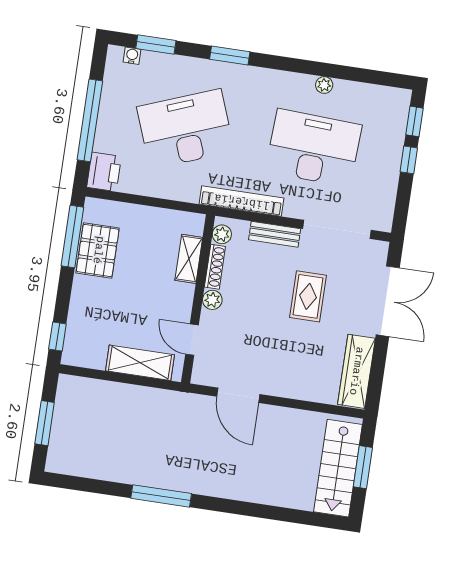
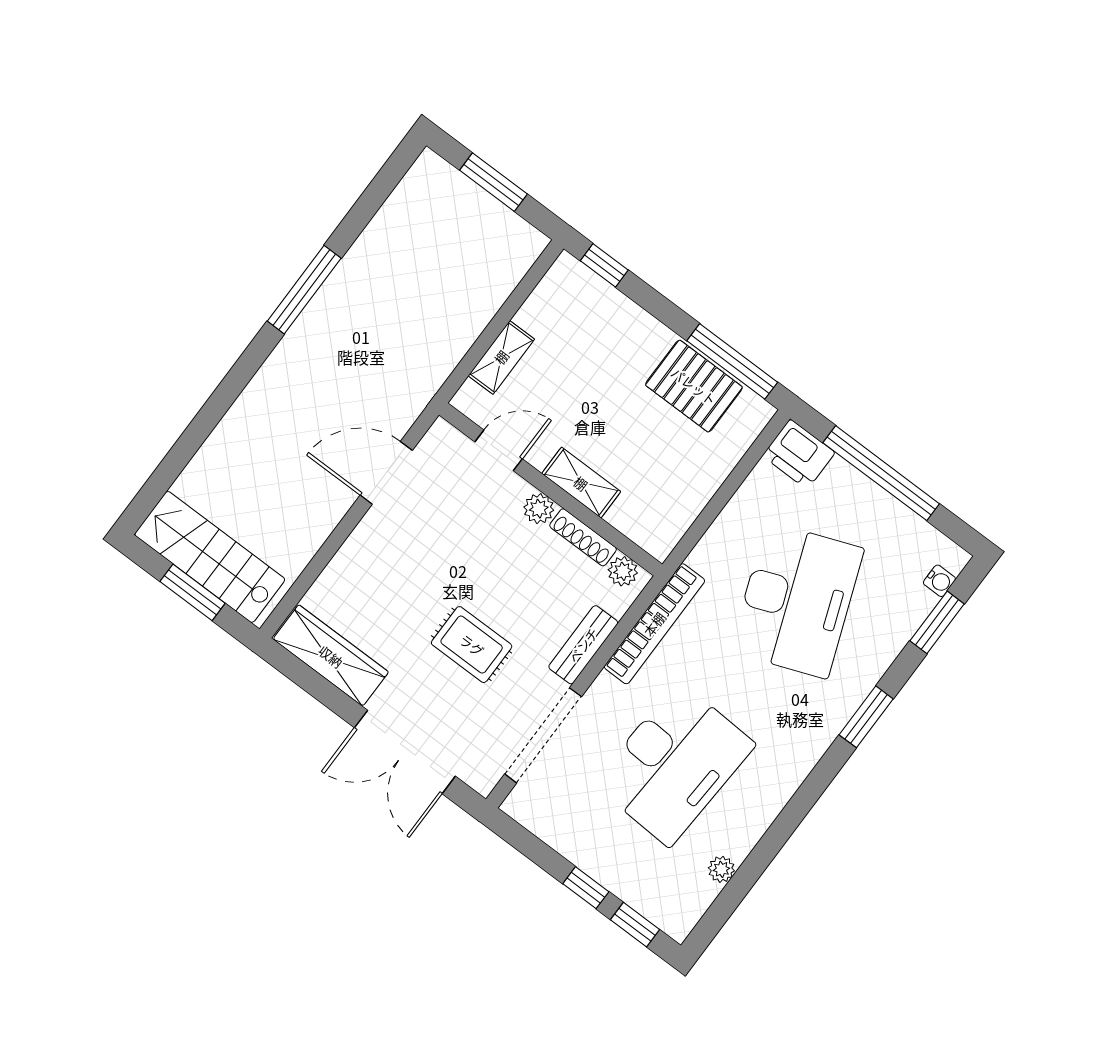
plant: (324, 85) -> (721, 869), moved
shelving: (189, 259) -> (581, 483), moved
shelving: (140, 363) -> (501, 357), width x0.67, depth x0.75

